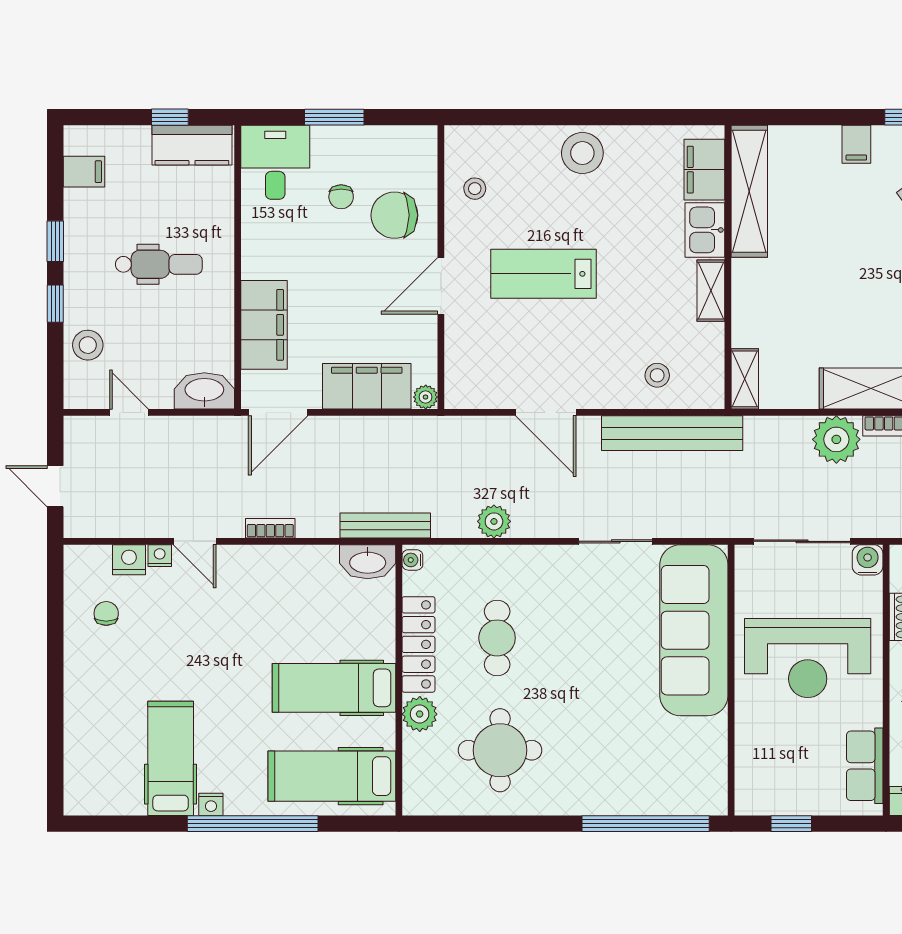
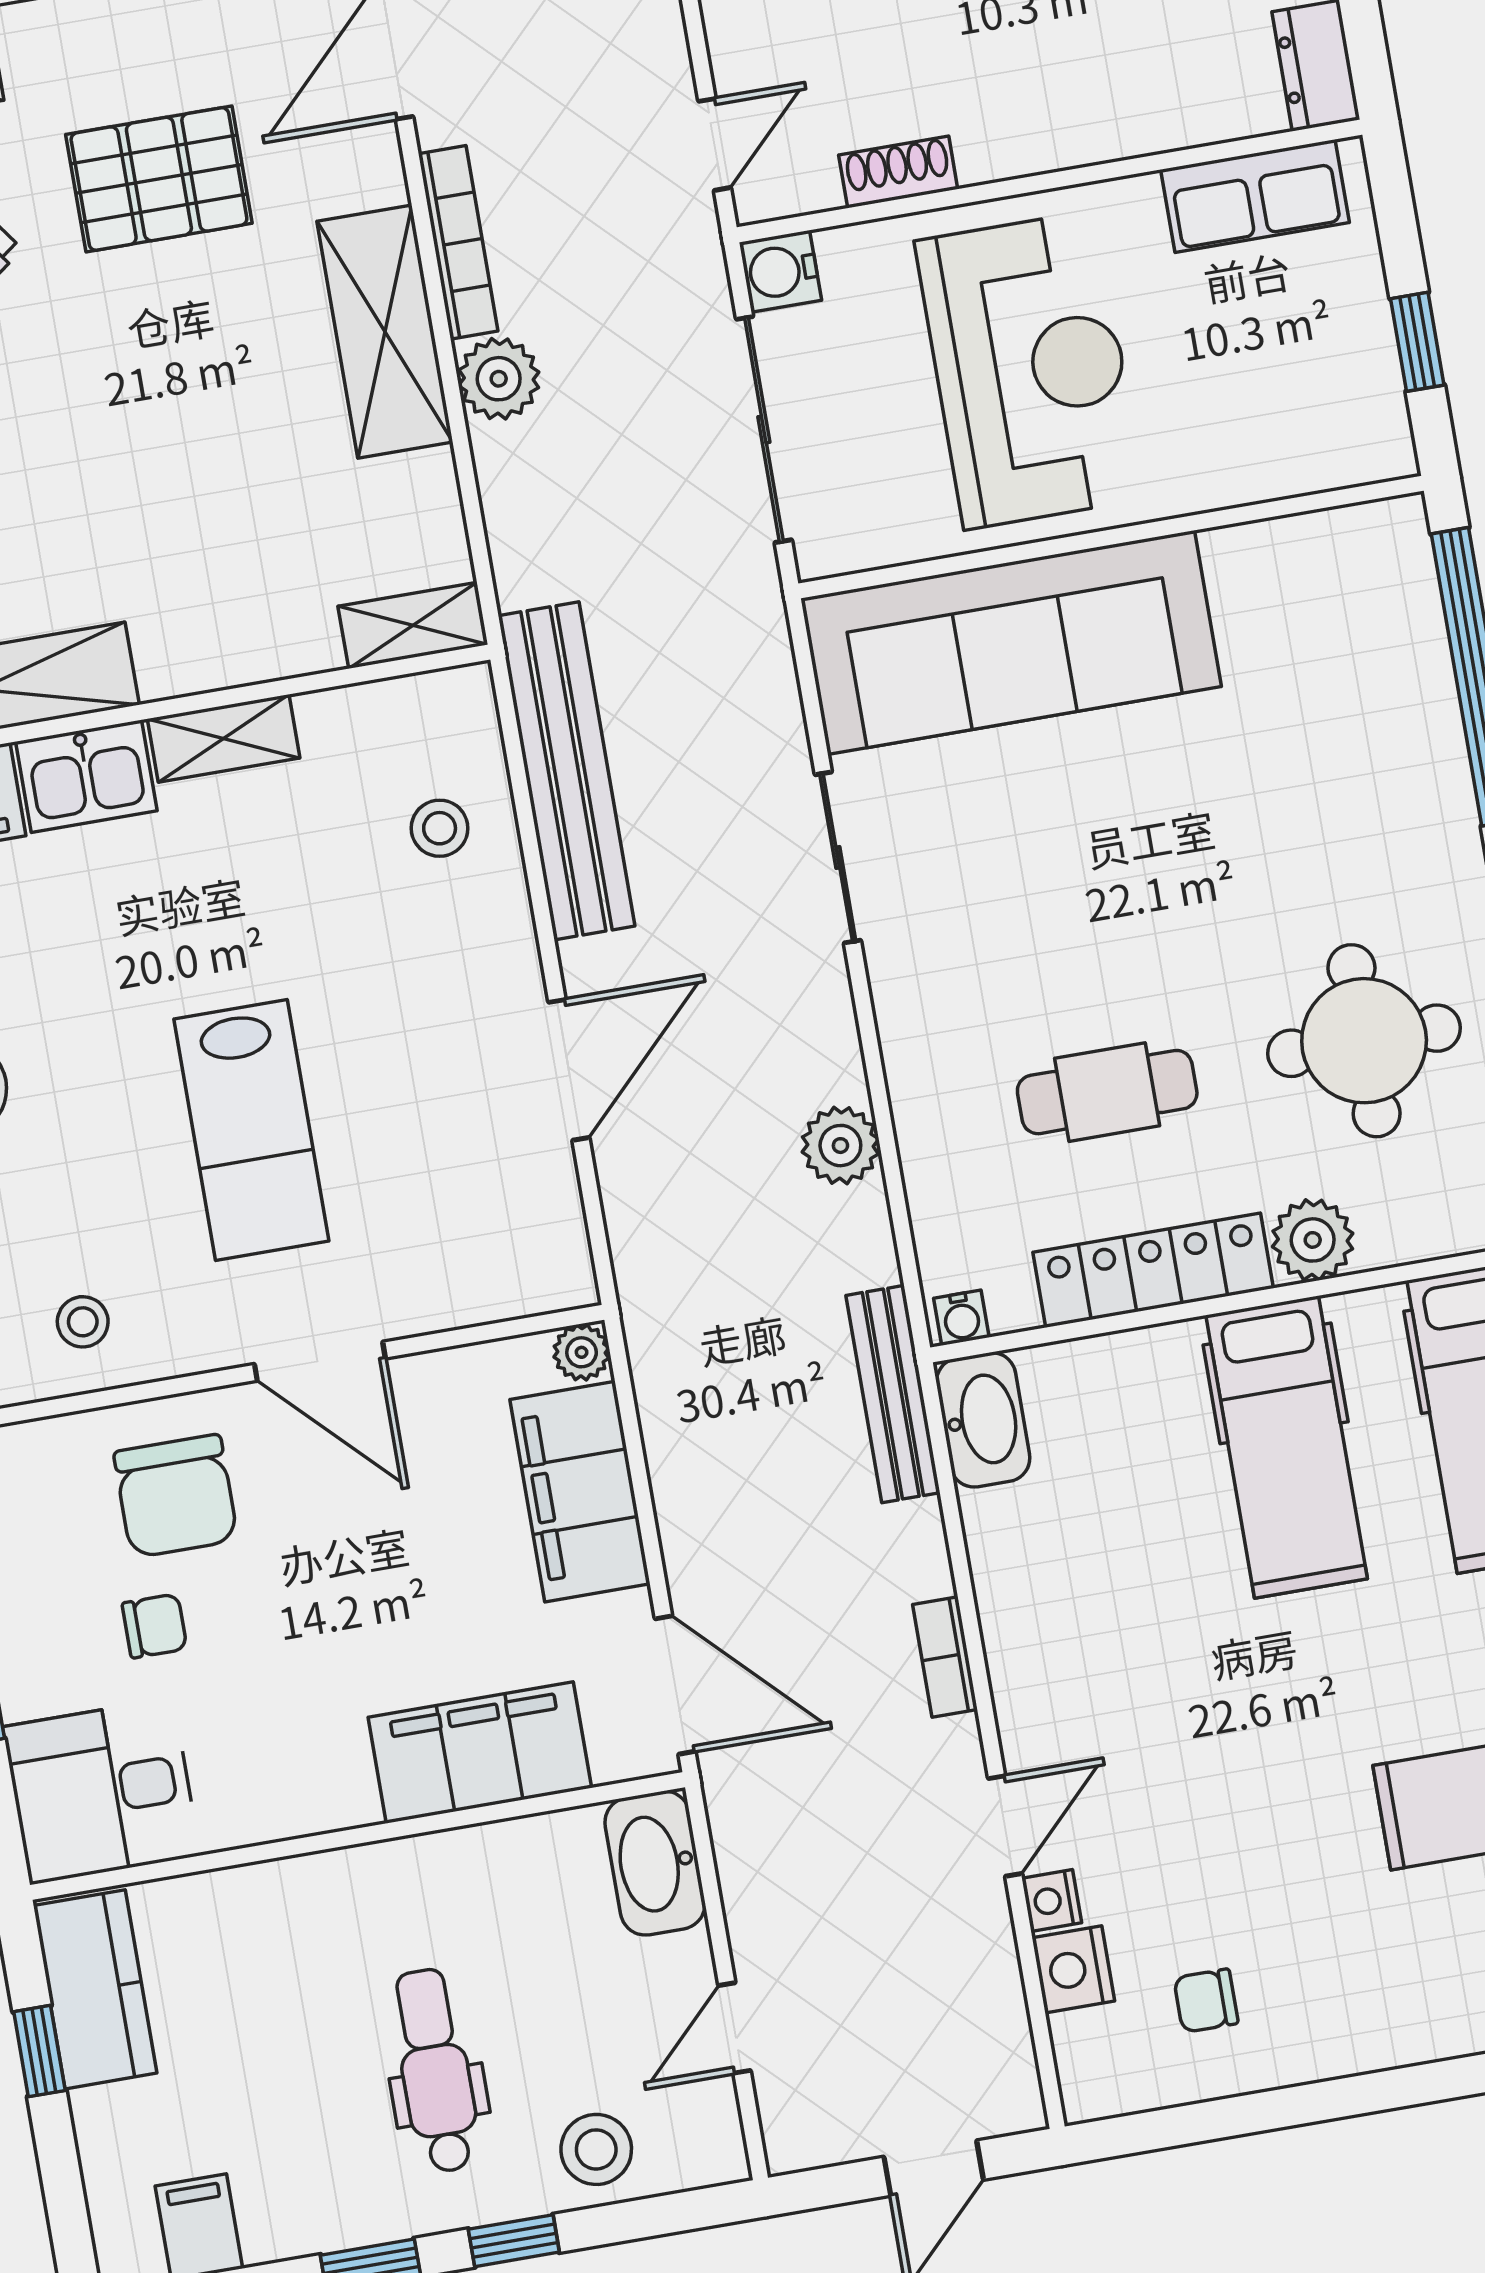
dental chair: (159, 264) -> (435, 2071), moved
plant: (836, 439) -> (499, 379), width x0.73, depth x0.73

